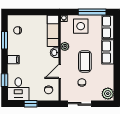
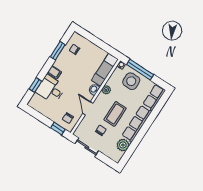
window: (92, 12) -> (140, 70), moved
row of seats: (108, 52) -> (137, 124), width x1.48
door: (60, 71) -> (88, 108), hinge flipped
desk: (18, 89) -> (51, 89), moved, turned 90
plant: (108, 94) -> (123, 145), moved
window: (31, 104) -> (58, 129), moved

